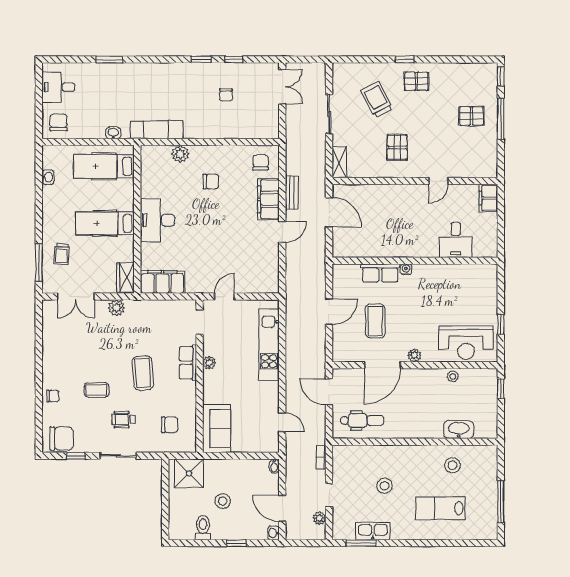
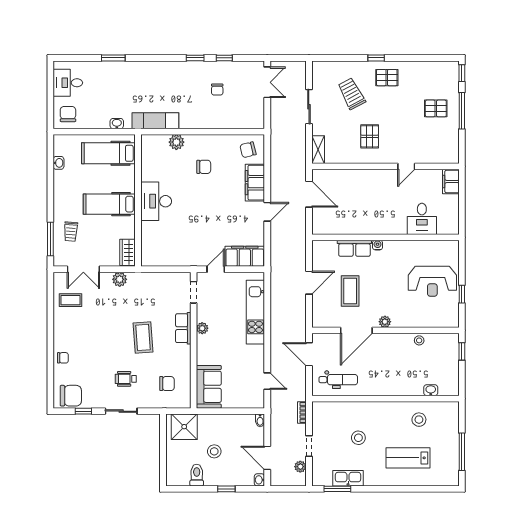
chair: (261, 162) -> (248, 150), turned -104
bench: (292, 193) -> (276, 177), removed
filing cabinet: (162, 282) -> (245, 256), moved
reception desk: (466, 343) -> (432, 281), moved
coffee table: (97, 390) -> (71, 300), moved
washbasin: (459, 429) -> (431, 390), width x0.52, depth x0.69

